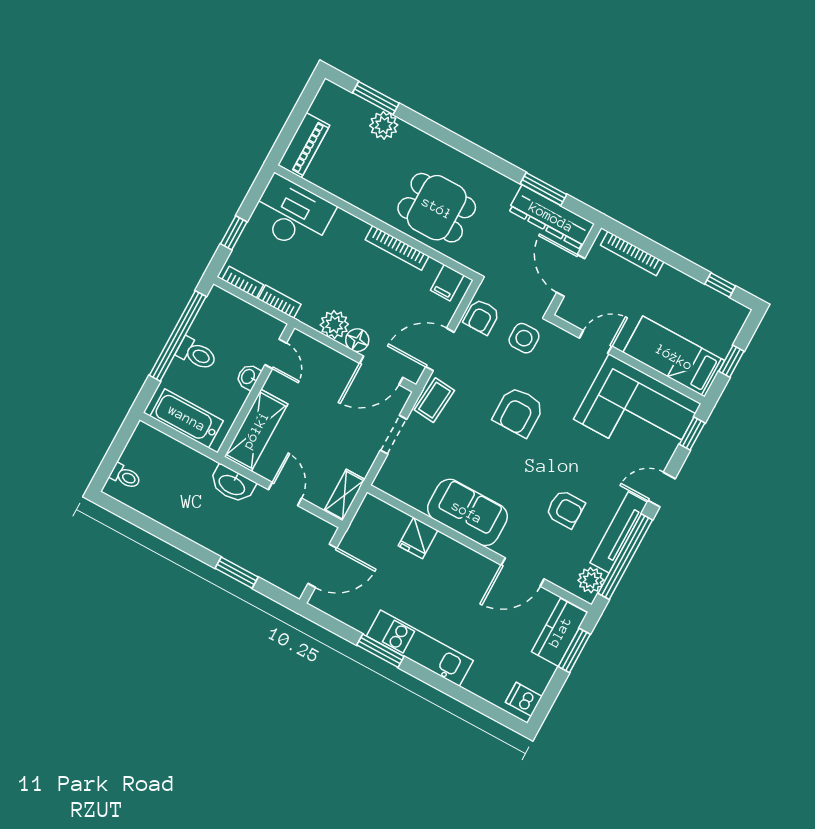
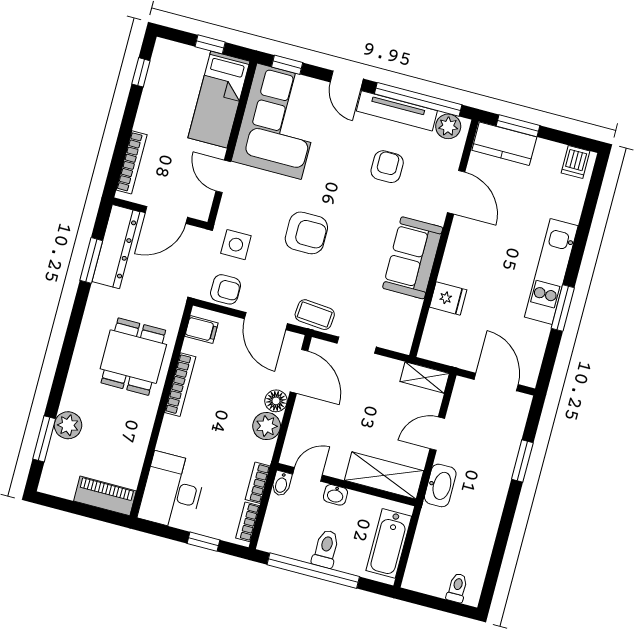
bidet: (273, 325) -> (281, 484), added

